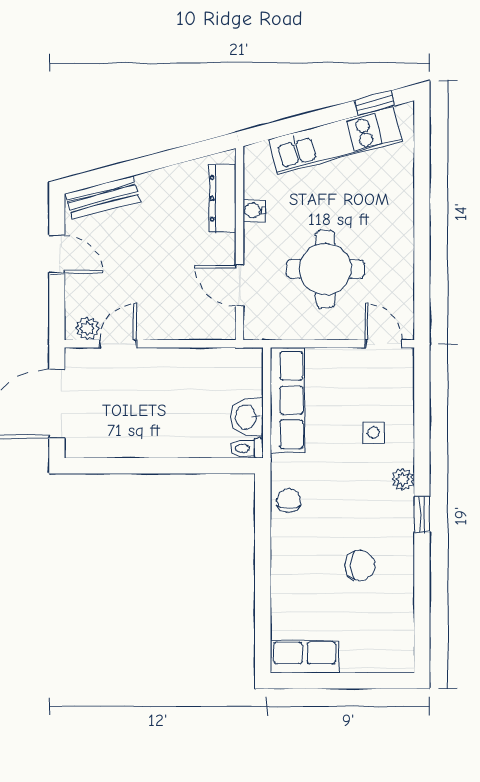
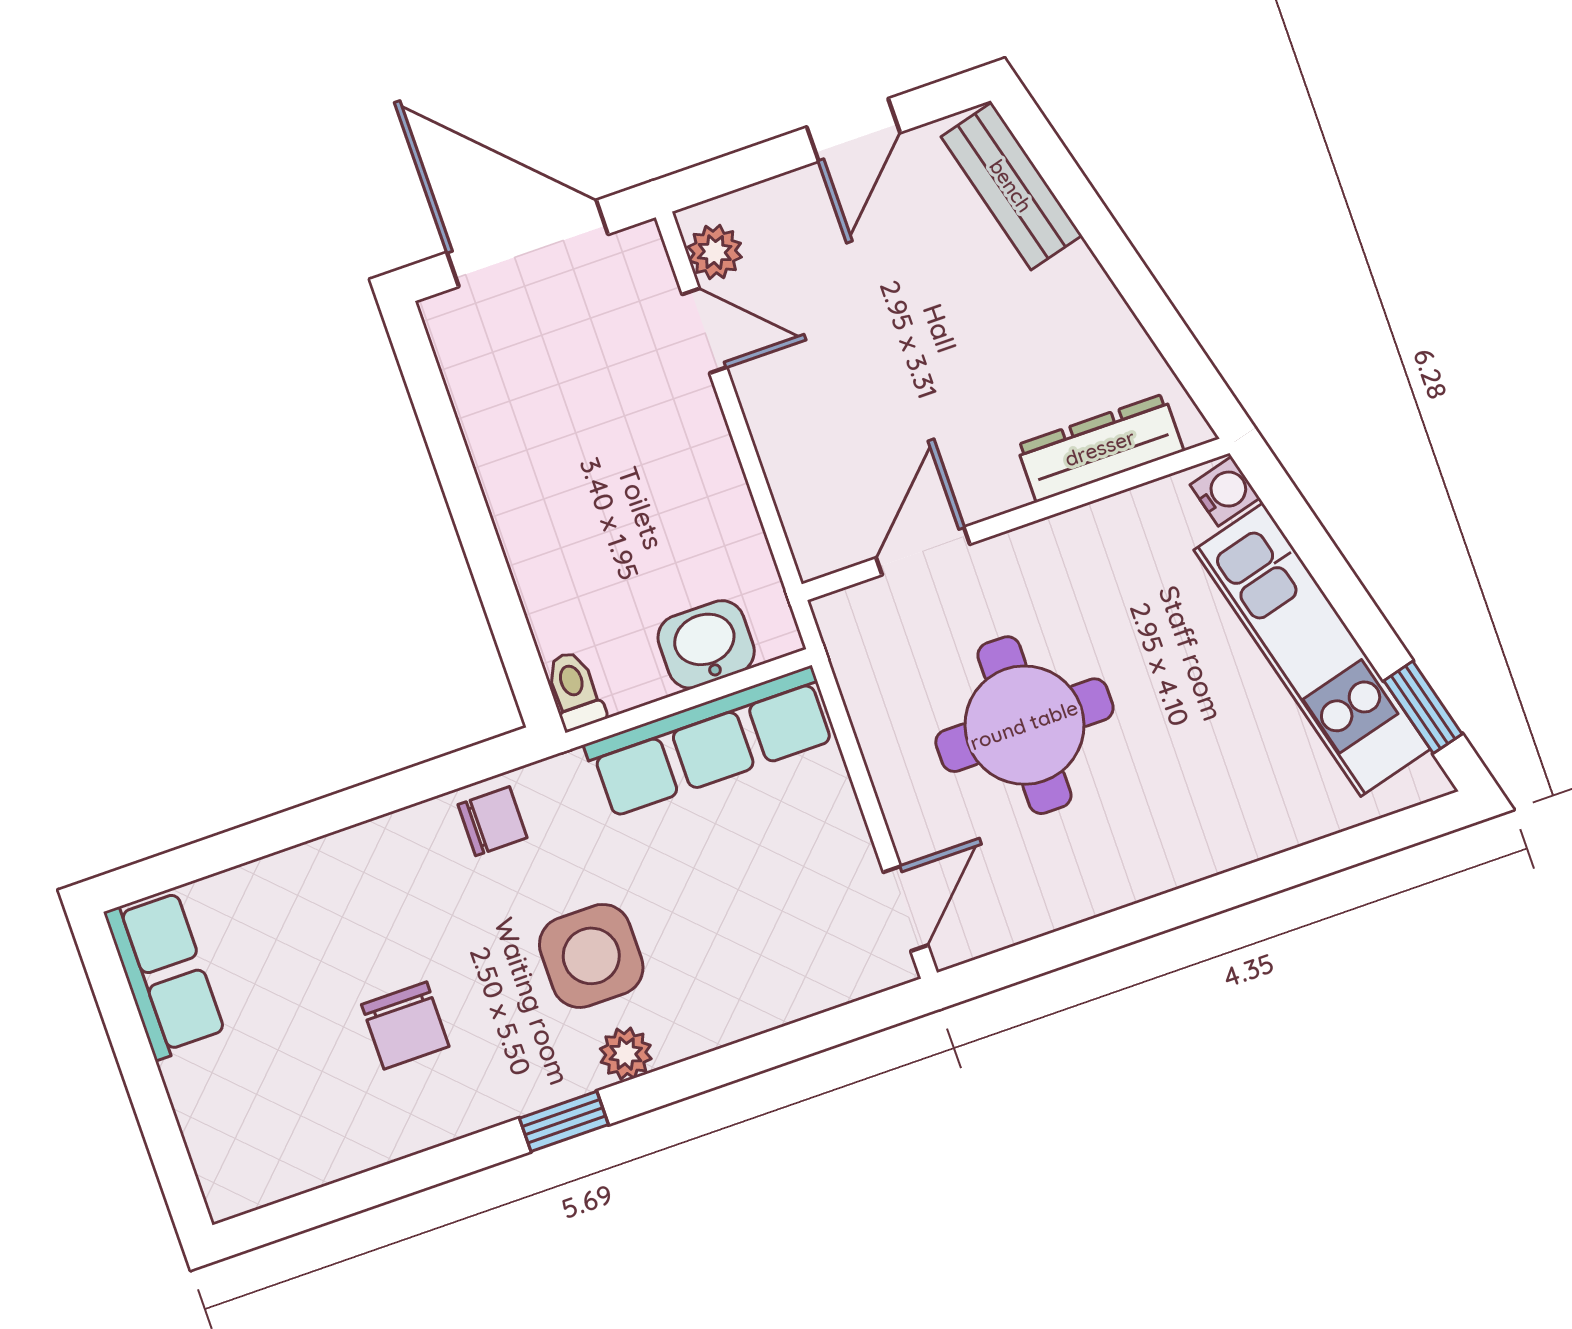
water cooler: (254, 210) -> (1225, 491), moved, turned 75
washbasin: (247, 417) -> (706, 644), moved
side table: (374, 433) -> (591, 956), moved, width x1.87, depth x1.87

